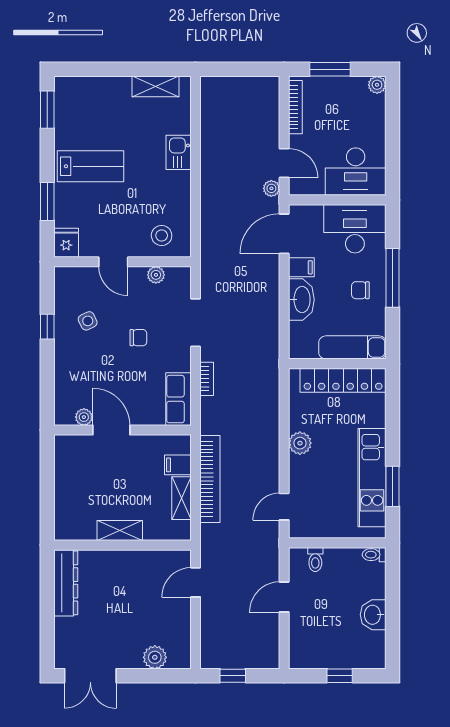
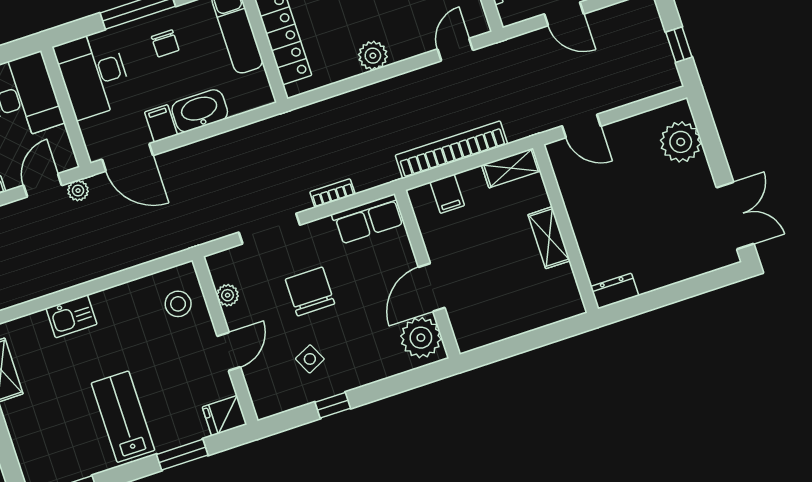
chair: (138, 338) -> (310, 292), width x1.87, depth x1.87
plant: (84, 417) -> (421, 338), width x1.88, depth x1.88
shelving: (181, 498) -> (511, 168), moved
door: (284, 507) -> (455, 50), swing flipped
dresser: (66, 583) -> (615, 291), width x0.51, depth x0.80
plant: (155, 657) -> (681, 142), width x1.36, depth x1.36

